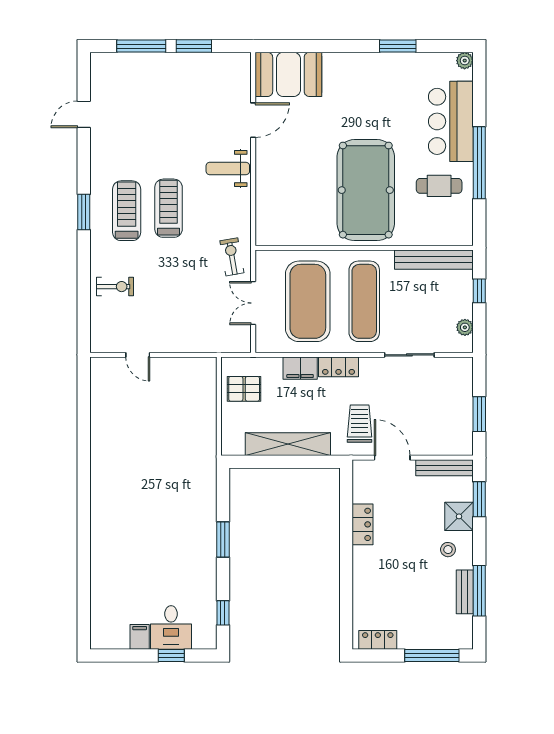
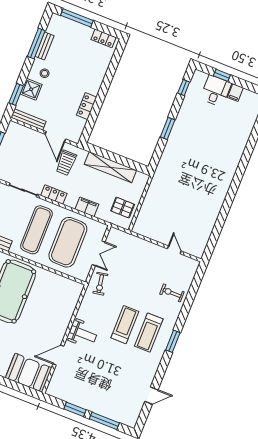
treadmill: (169, 208) -> (125, 325), turned 180
locker: (339, 367) -> (54, 194), moved

